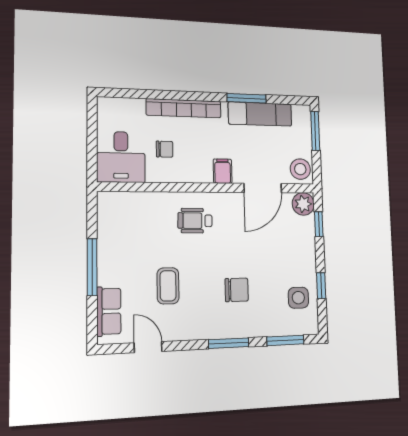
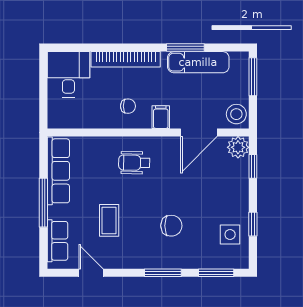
chair: (165, 149) -> (128, 106), moved
desk: (121, 157) -> (68, 74), moved, turned 180
row of seats: (110, 230) -> (58, 171), added

